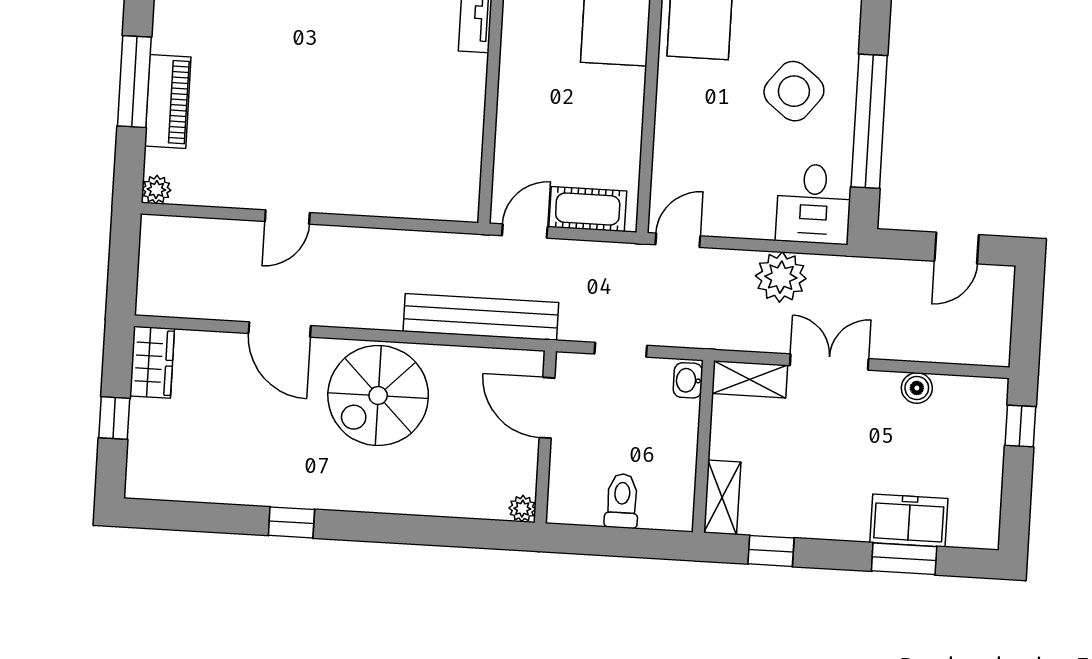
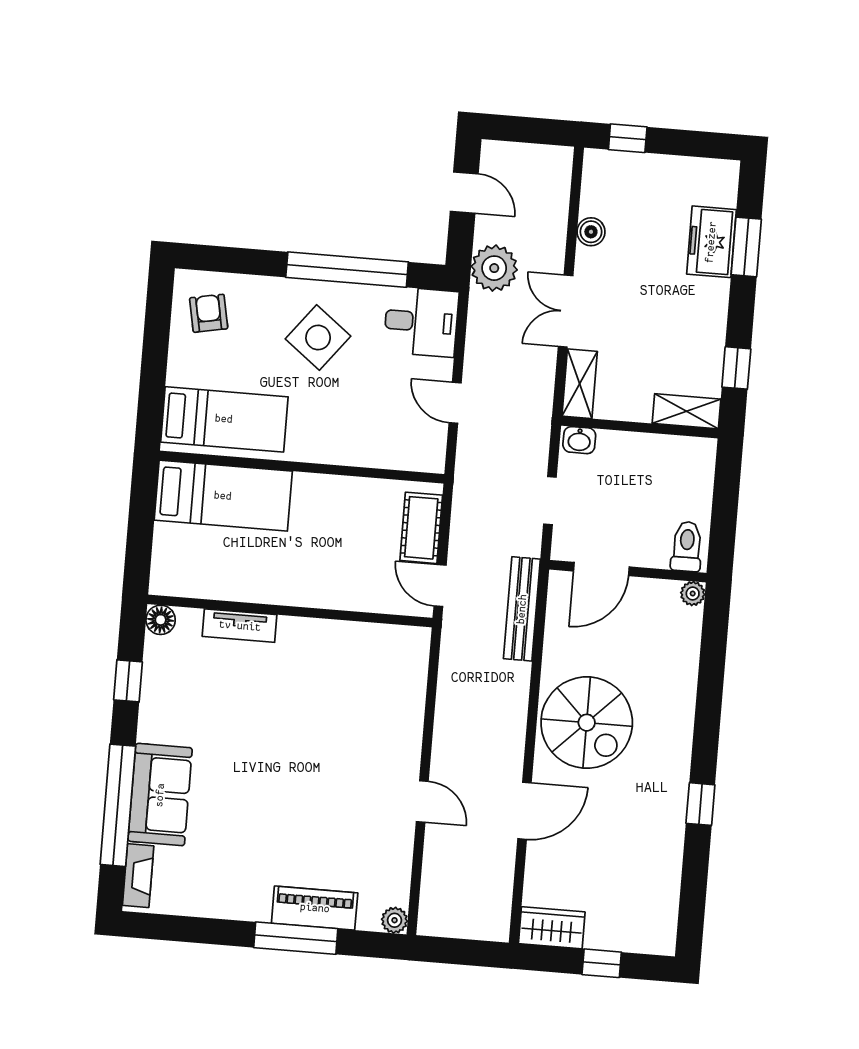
door: (678, 240) -> (455, 403), moved
plant: (781, 277) -> (494, 268), moved
bench: (481, 317) -> (522, 609), width x0.73, depth x0.82
toilet: (622, 501) -> (687, 546), moved, turned 90

